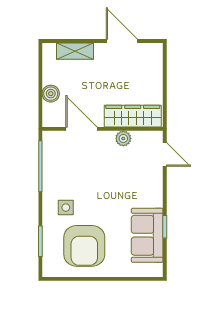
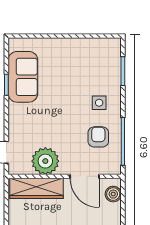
boiler: (51, 94) -> (113, 194), moved
plant: (123, 138) -> (45, 161), width x1.88, depth x1.88
armchair: (84, 246) -> (98, 137), moved, width x0.53, depth x0.53

